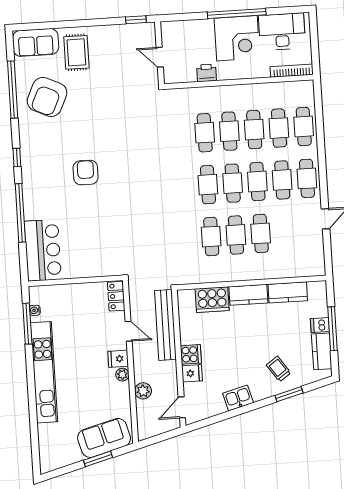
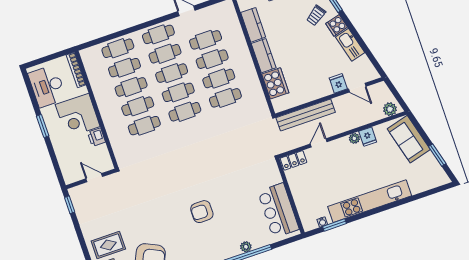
window: (237, 13) -> (43, 126), width x0.47
corner desk: (237, 38) -> (78, 116), moved, turned 180
door: (160, 57) -> (94, 178), swing flipped
plant: (30, 213) -> (246, 247), added
cafe table: (285, 232) -> (206, 40), added
bar counter: (43, 250) -> (278, 210), moved, turned -90
window: (27, 324) -> (335, 225), width x0.69
cooker: (191, 354) -> (337, 25), moved, turned -105
fridge: (118, 359) -> (368, 137), moved
plant: (143, 391) -> (390, 109), moved
kitchen sink: (238, 398) -> (350, 45), width x1.38
door: (182, 407) -> (357, 88), moved
window: (98, 459) -> (437, 155), moved

